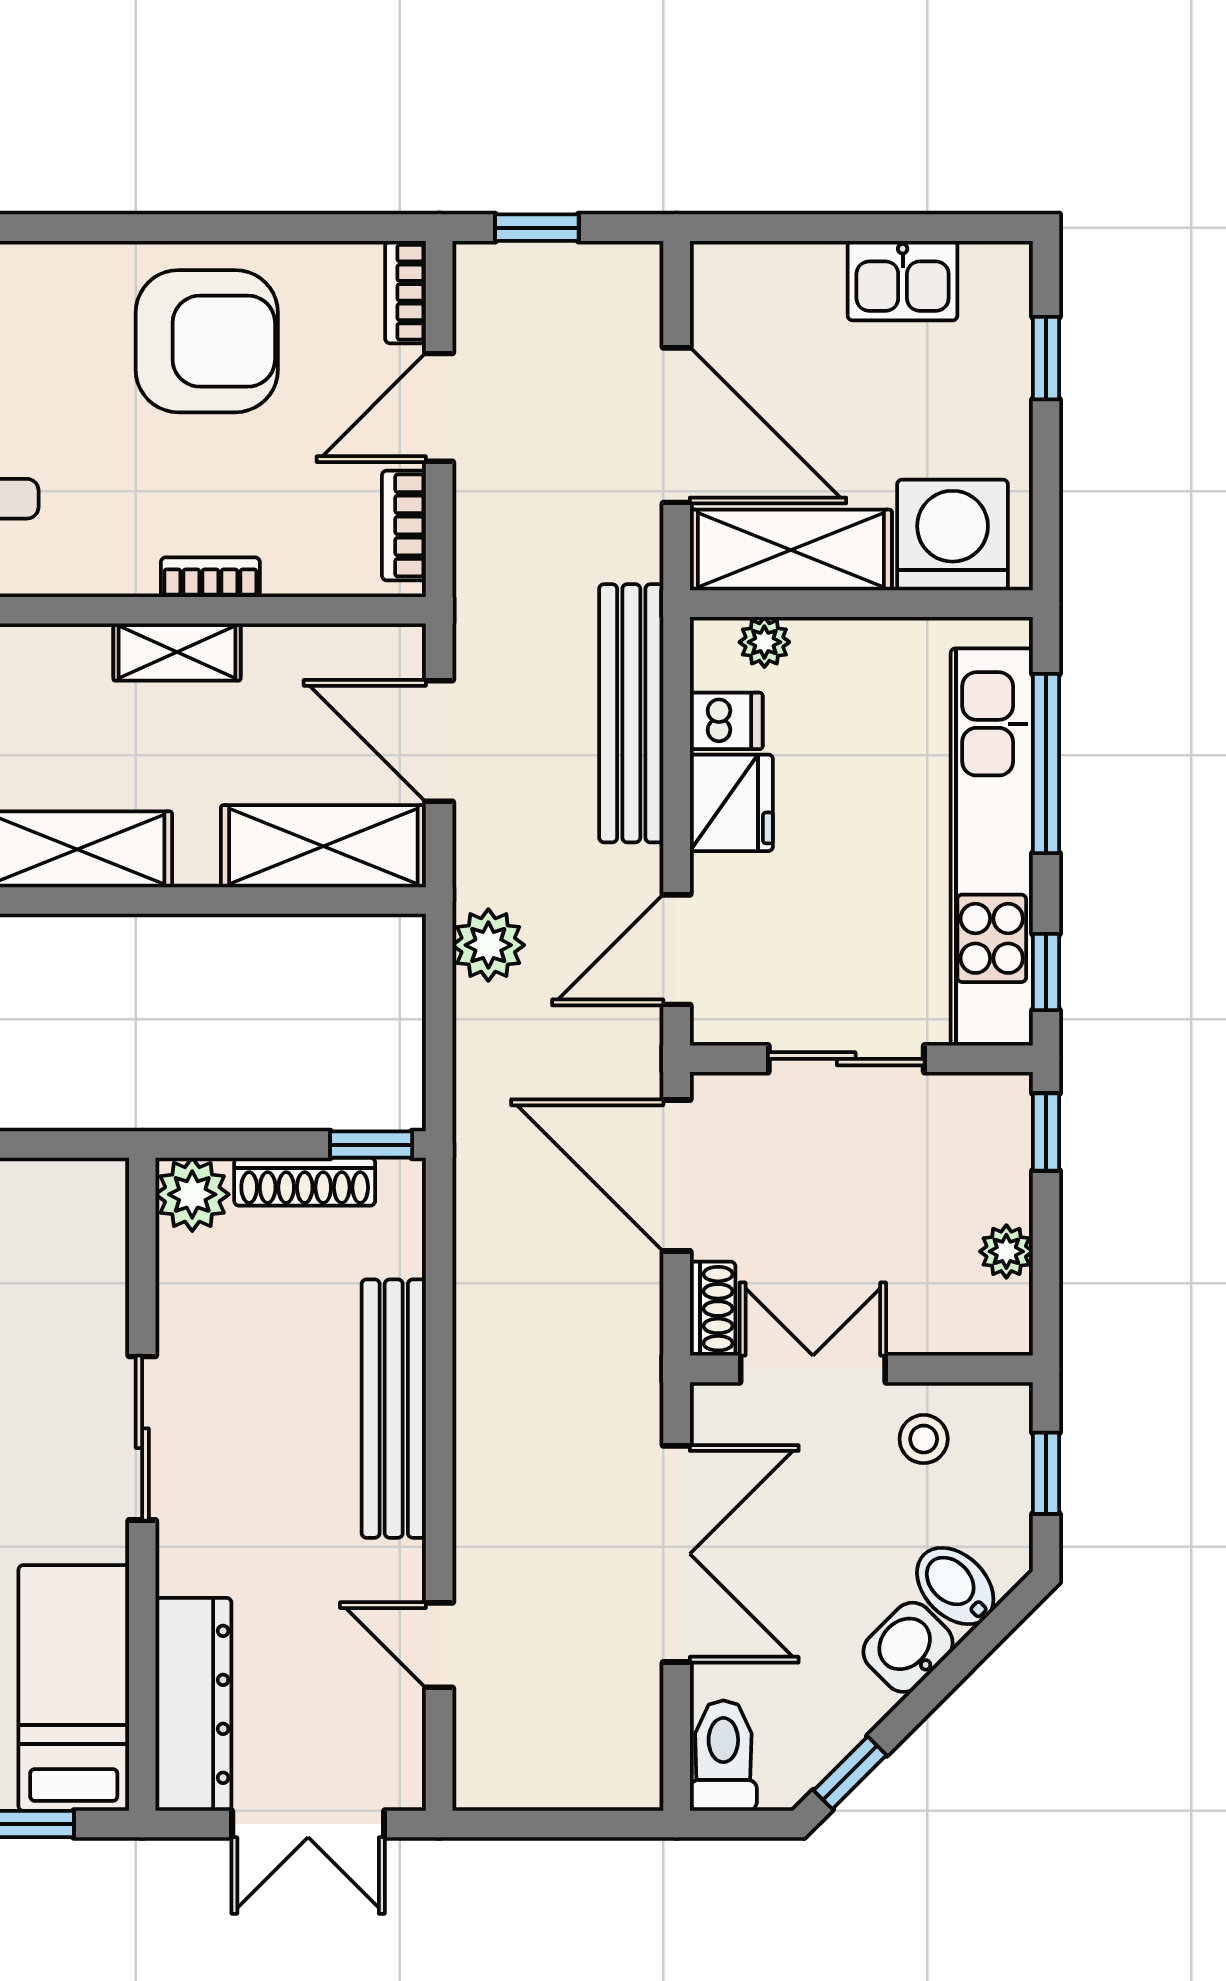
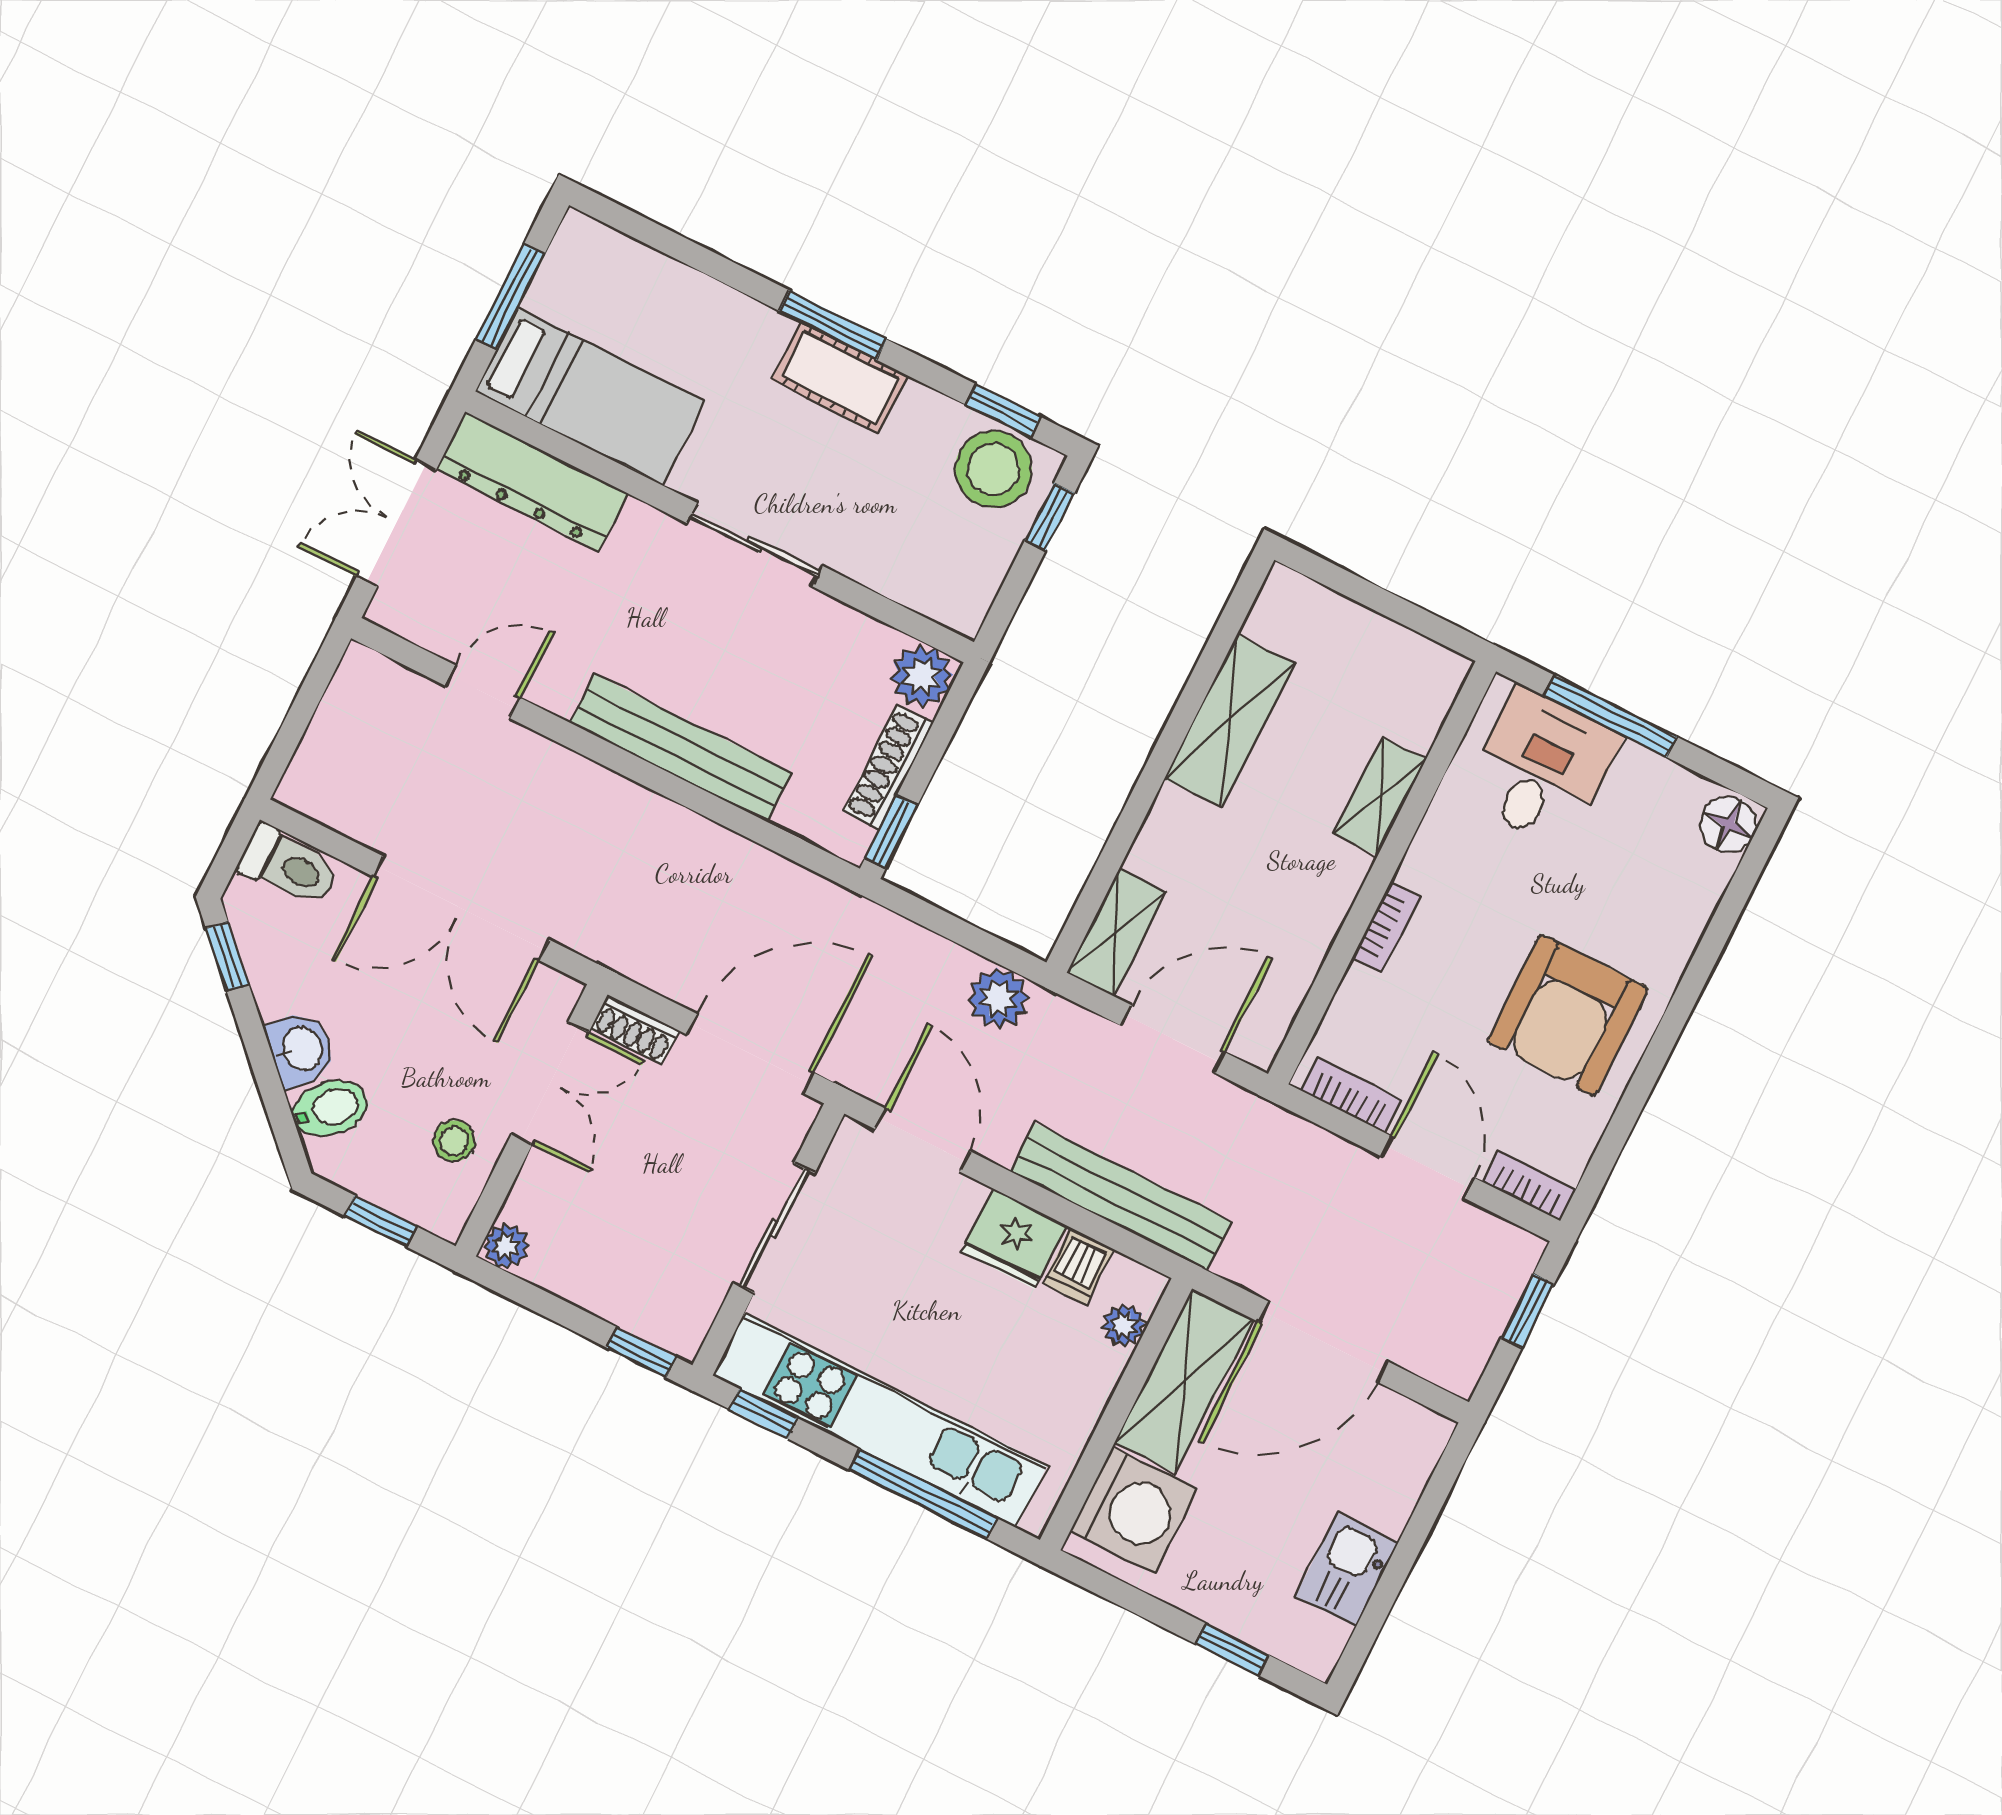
shelving: (177, 652) -> (1380, 797), moved
shelving: (323, 846) -> (1116, 932), width x0.67, depth x0.75
plant: (1006, 1251) -> (506, 1246), moved

